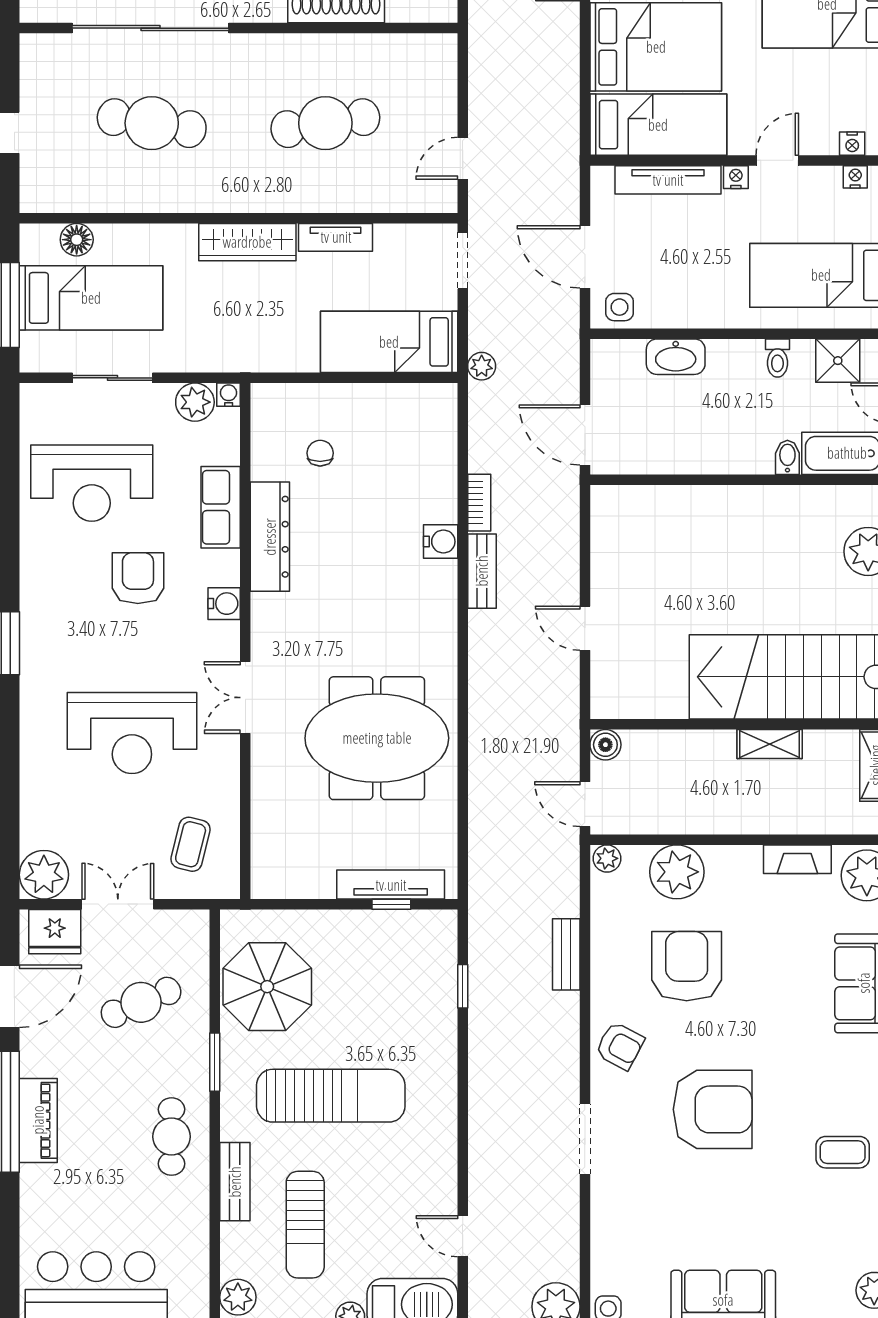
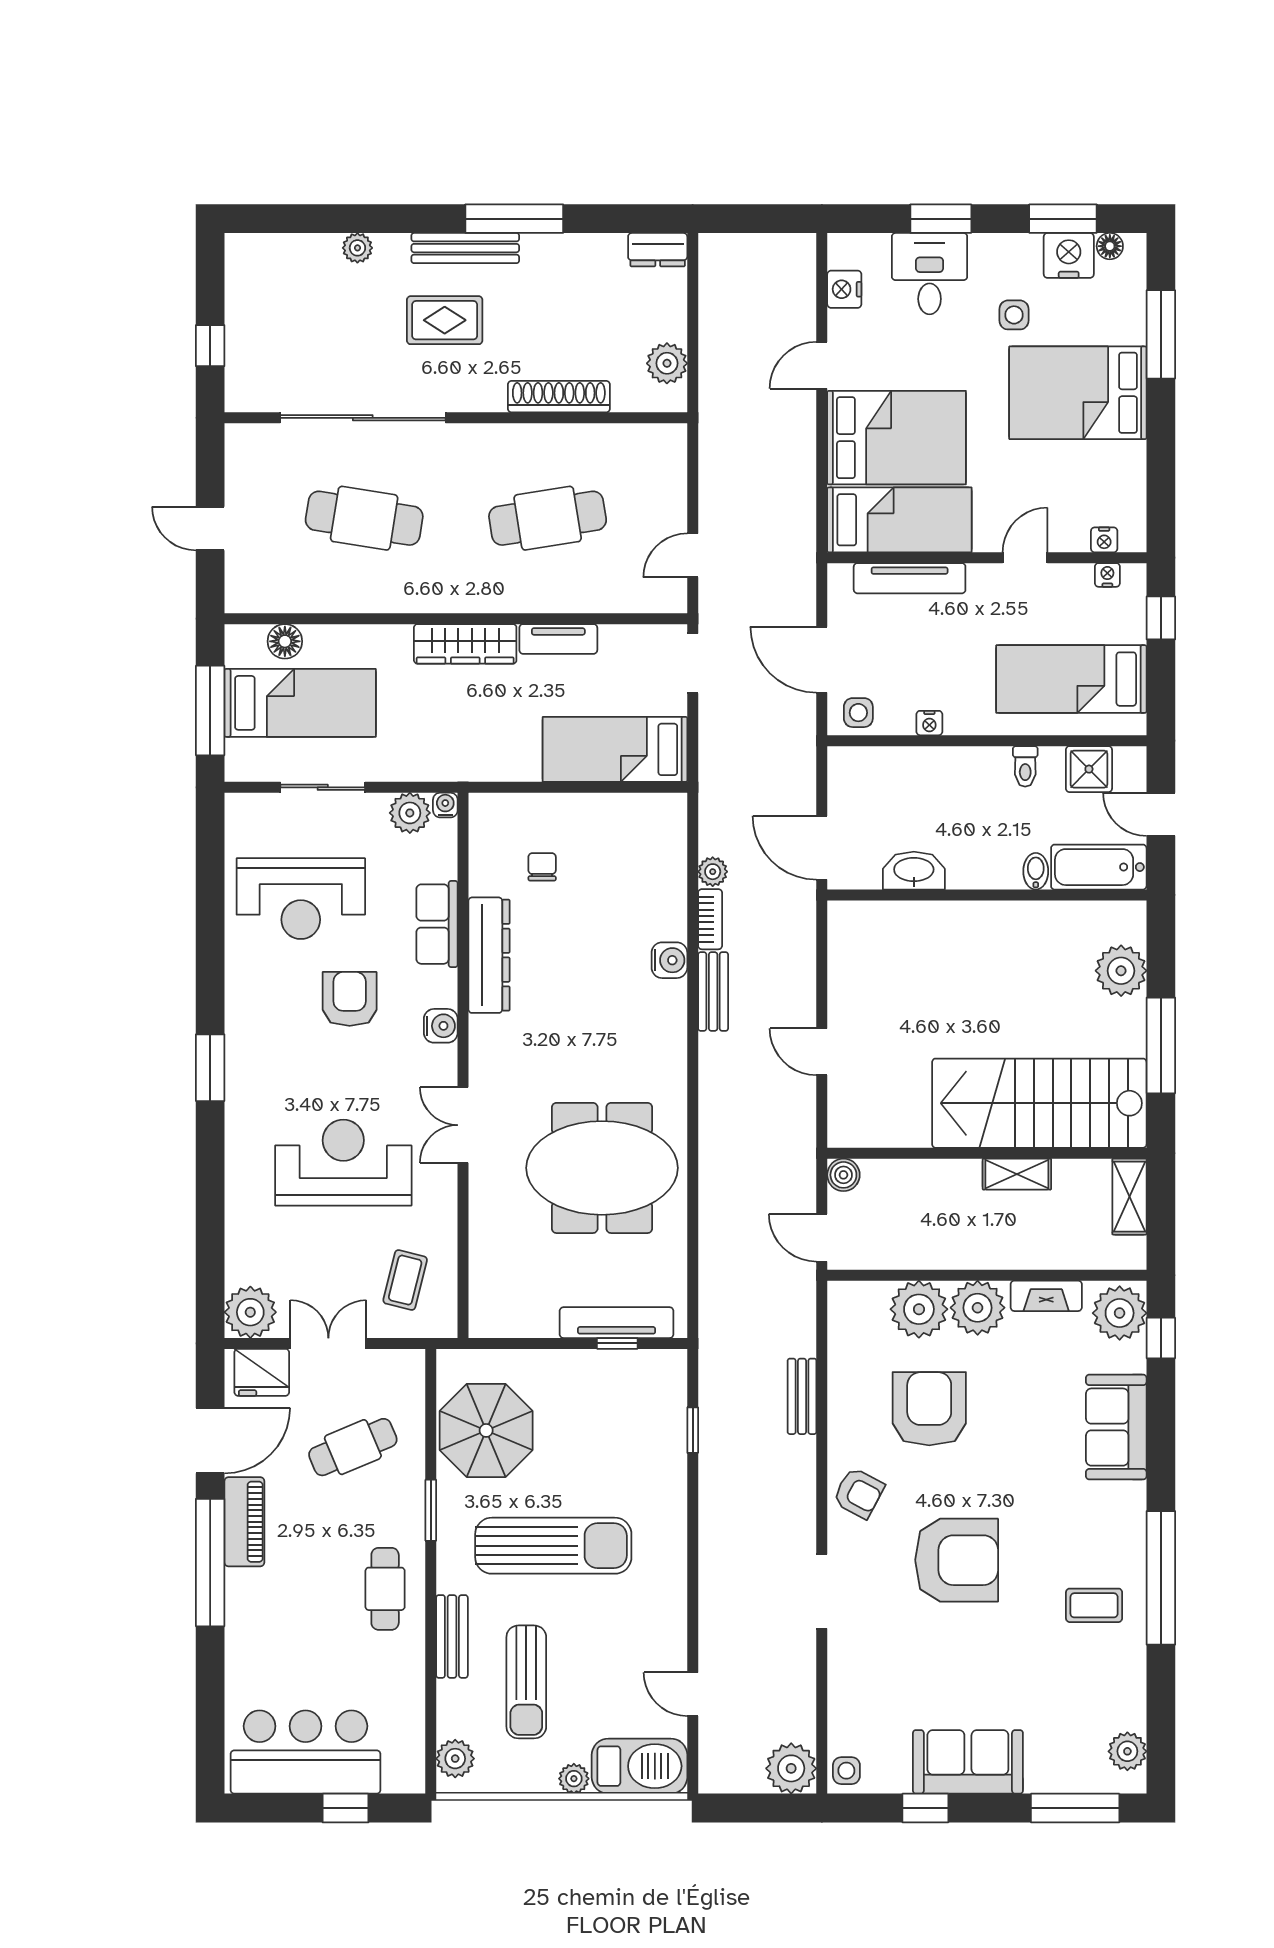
nightstand: (736, 177) -> (929, 723), moved, turned 180
washbasin: (676, 357) -> (914, 871), moved, turned 180
plant: (482, 366) -> (713, 872), moved
reception desk: (132, 733) -> (343, 1163), turned 180
plant: (607, 858) -> (978, 1308), moved, width x1.88, depth x1.88
piano: (38, 1120) -> (244, 1522), moved

